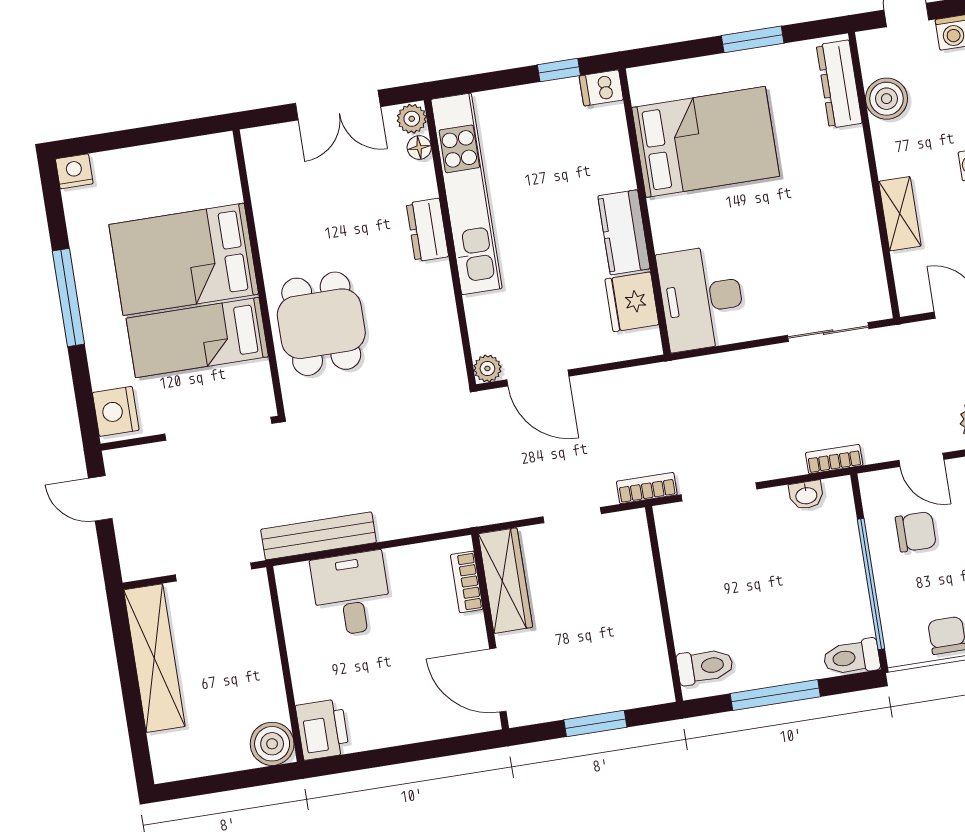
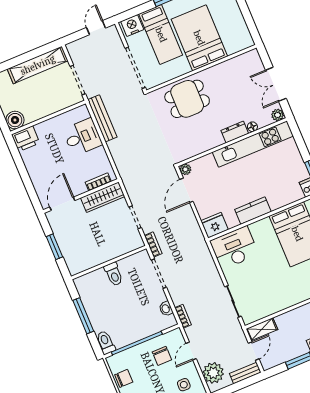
floor lamp: (419, 147) -> (252, 127), moved
shelving: (900, 214) -> (262, 329), moved
fridge: (632, 302) -> (215, 225), moved
bed: (197, 337) -> (161, 35), moved, turned 180
toilet: (705, 666) -> (114, 274), moved

